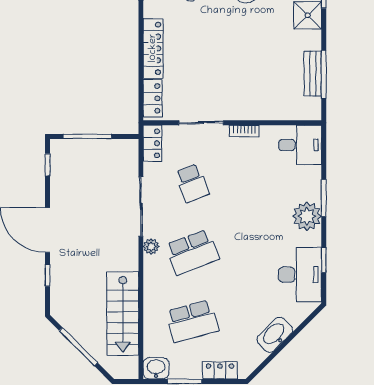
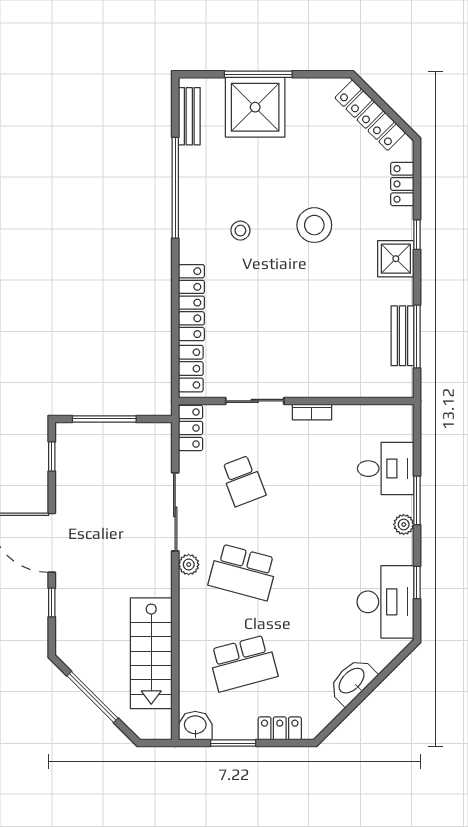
desk: (300, 145) -> (386, 469), moved
plant: (307, 216) -> (404, 524), width x0.53, depth x0.53
school desk: (192, 252) -> (243, 572), turned 36

